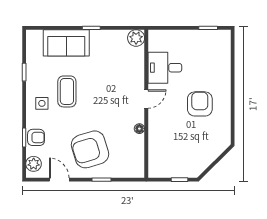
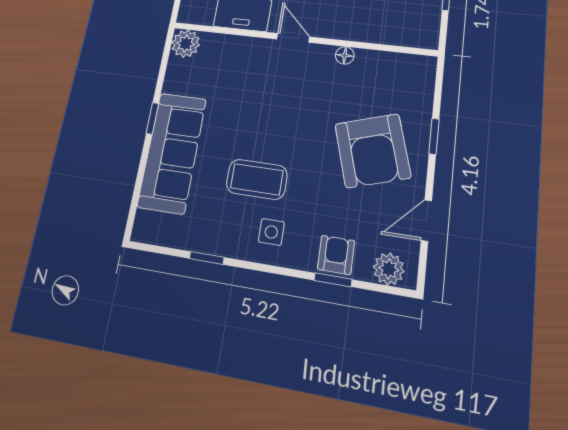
sofa: (66, 43) -> (172, 152), width x1.36

